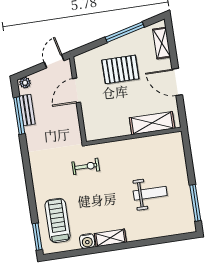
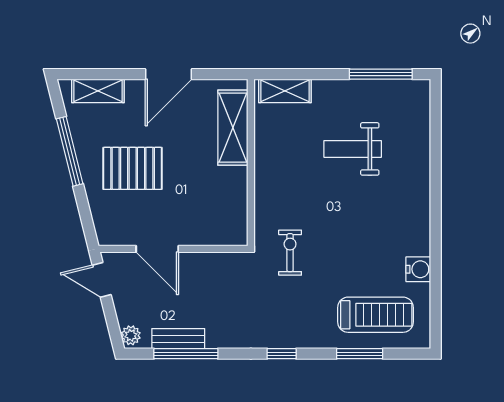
pallet: (120, 69) -> (133, 168), turned 90
window: (27, 170) -> (282, 354), added
weight bench: (150, 193) -> (353, 149), turned -90
treadmill: (58, 220) -> (376, 315), turned 180
window: (37, 237) -> (360, 354), moved
shelving: (110, 238) -> (285, 91), moved, turned 90

